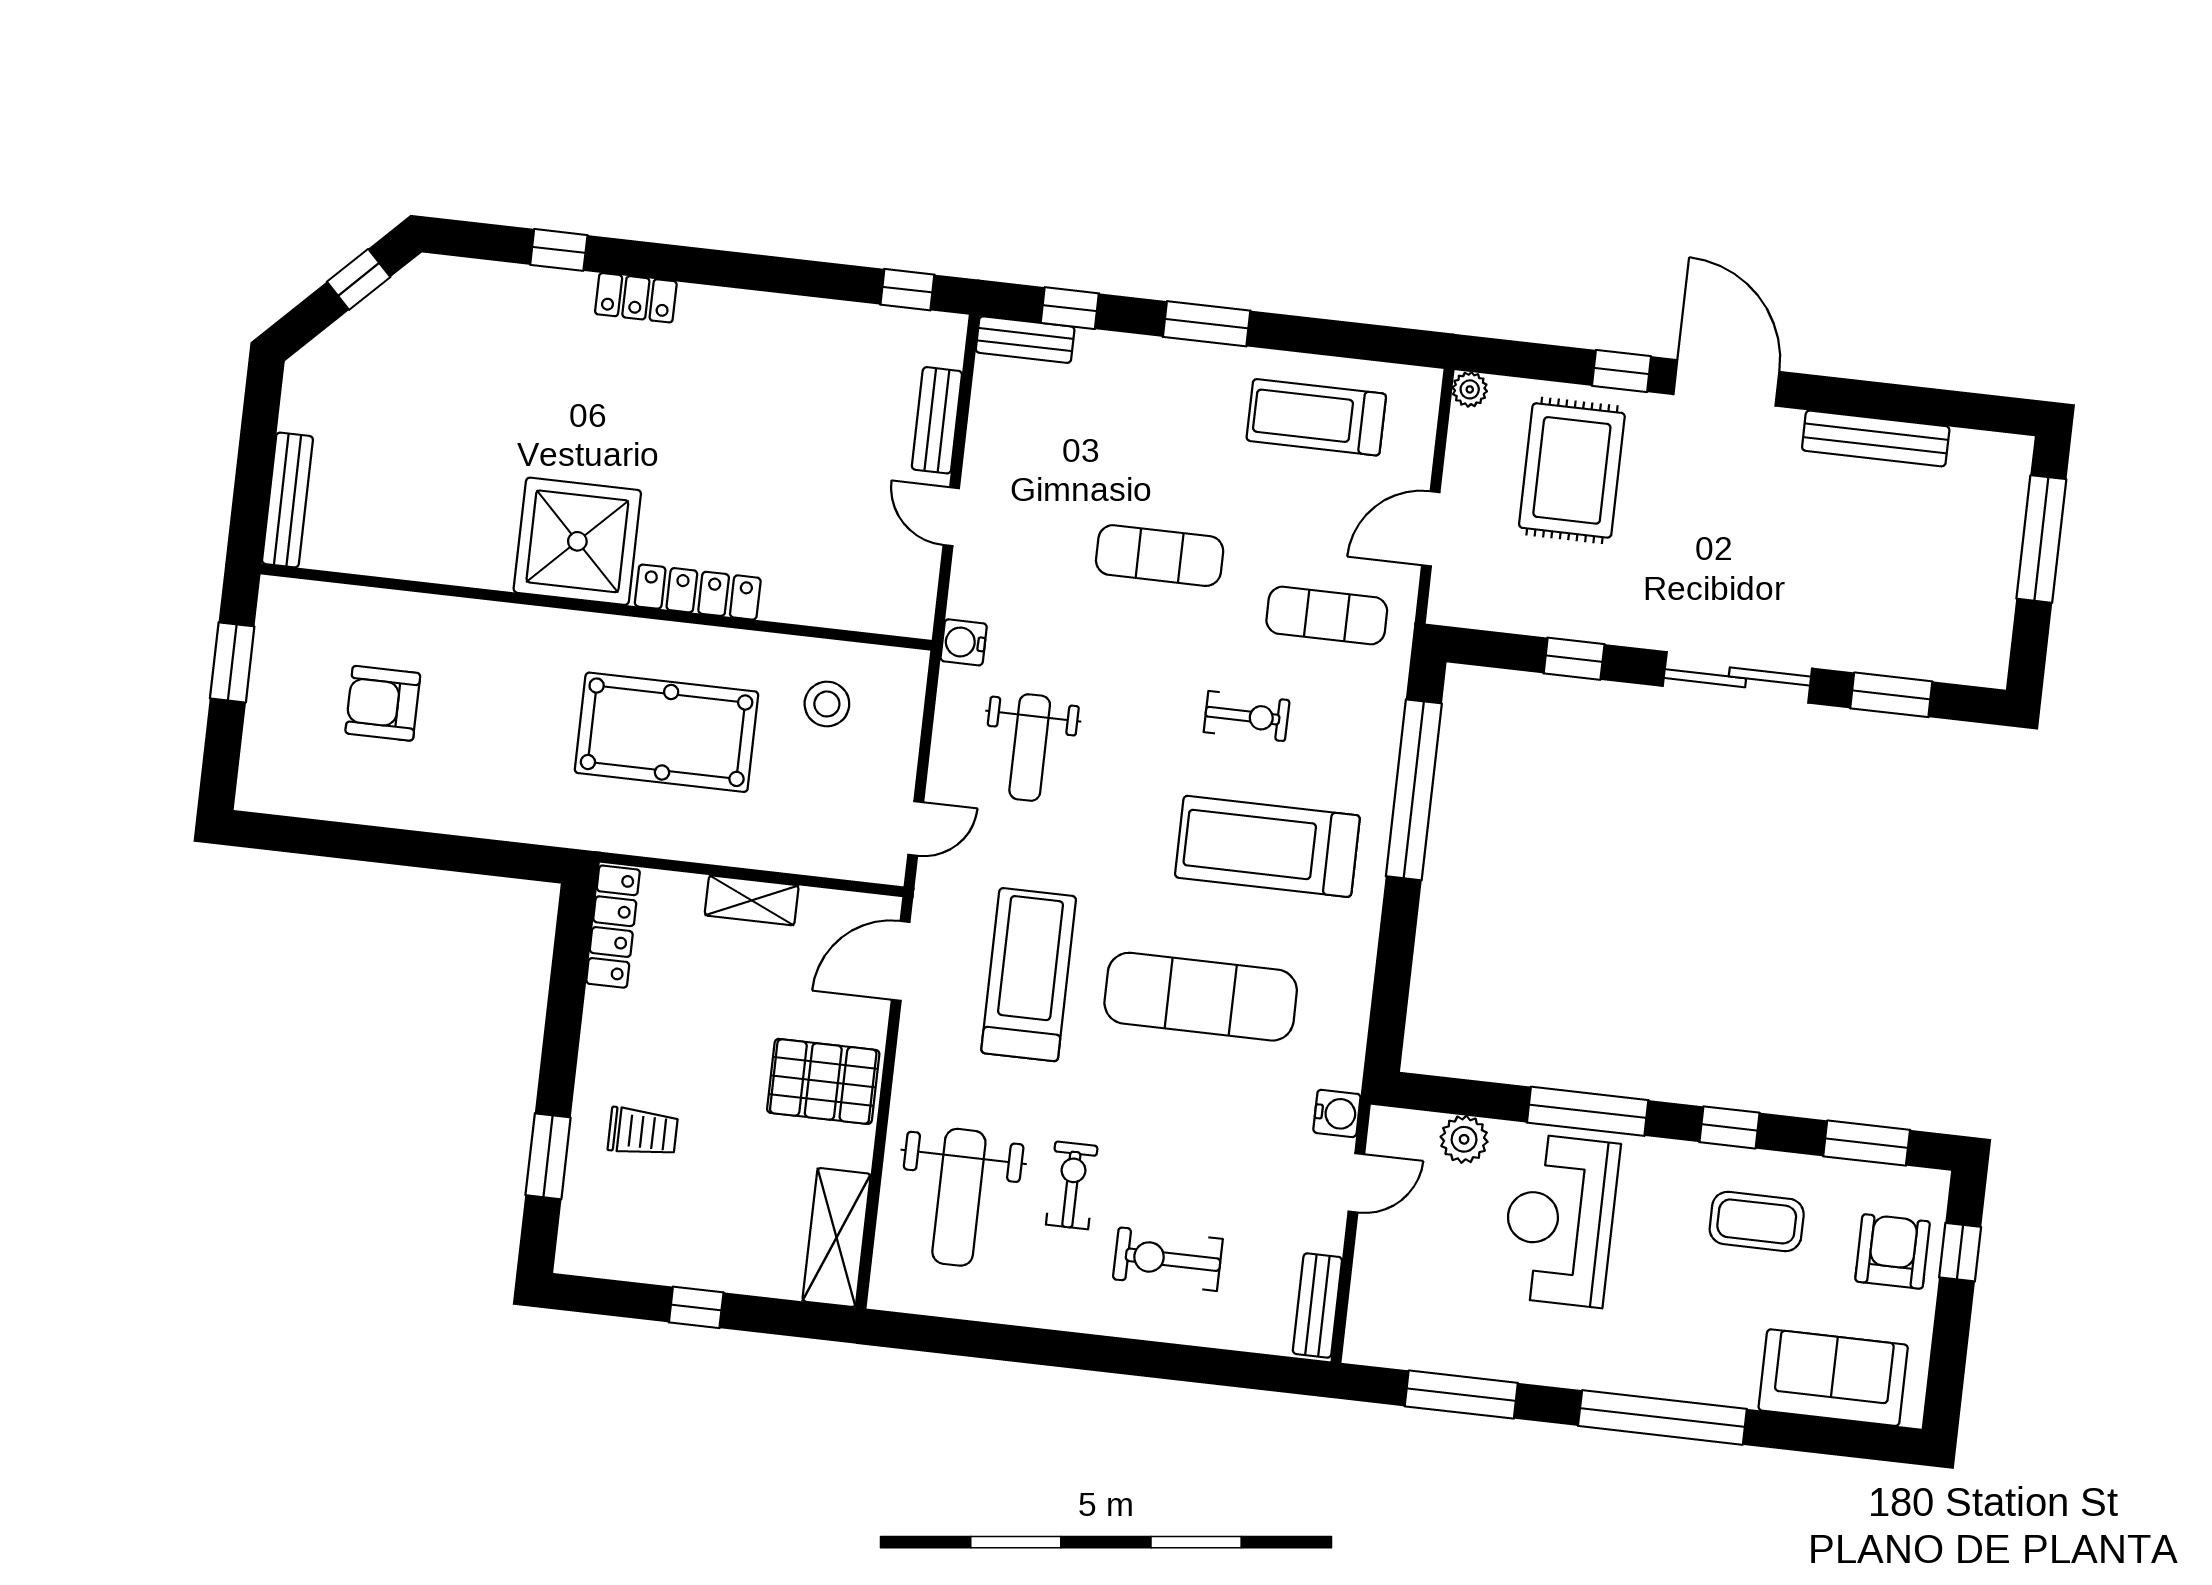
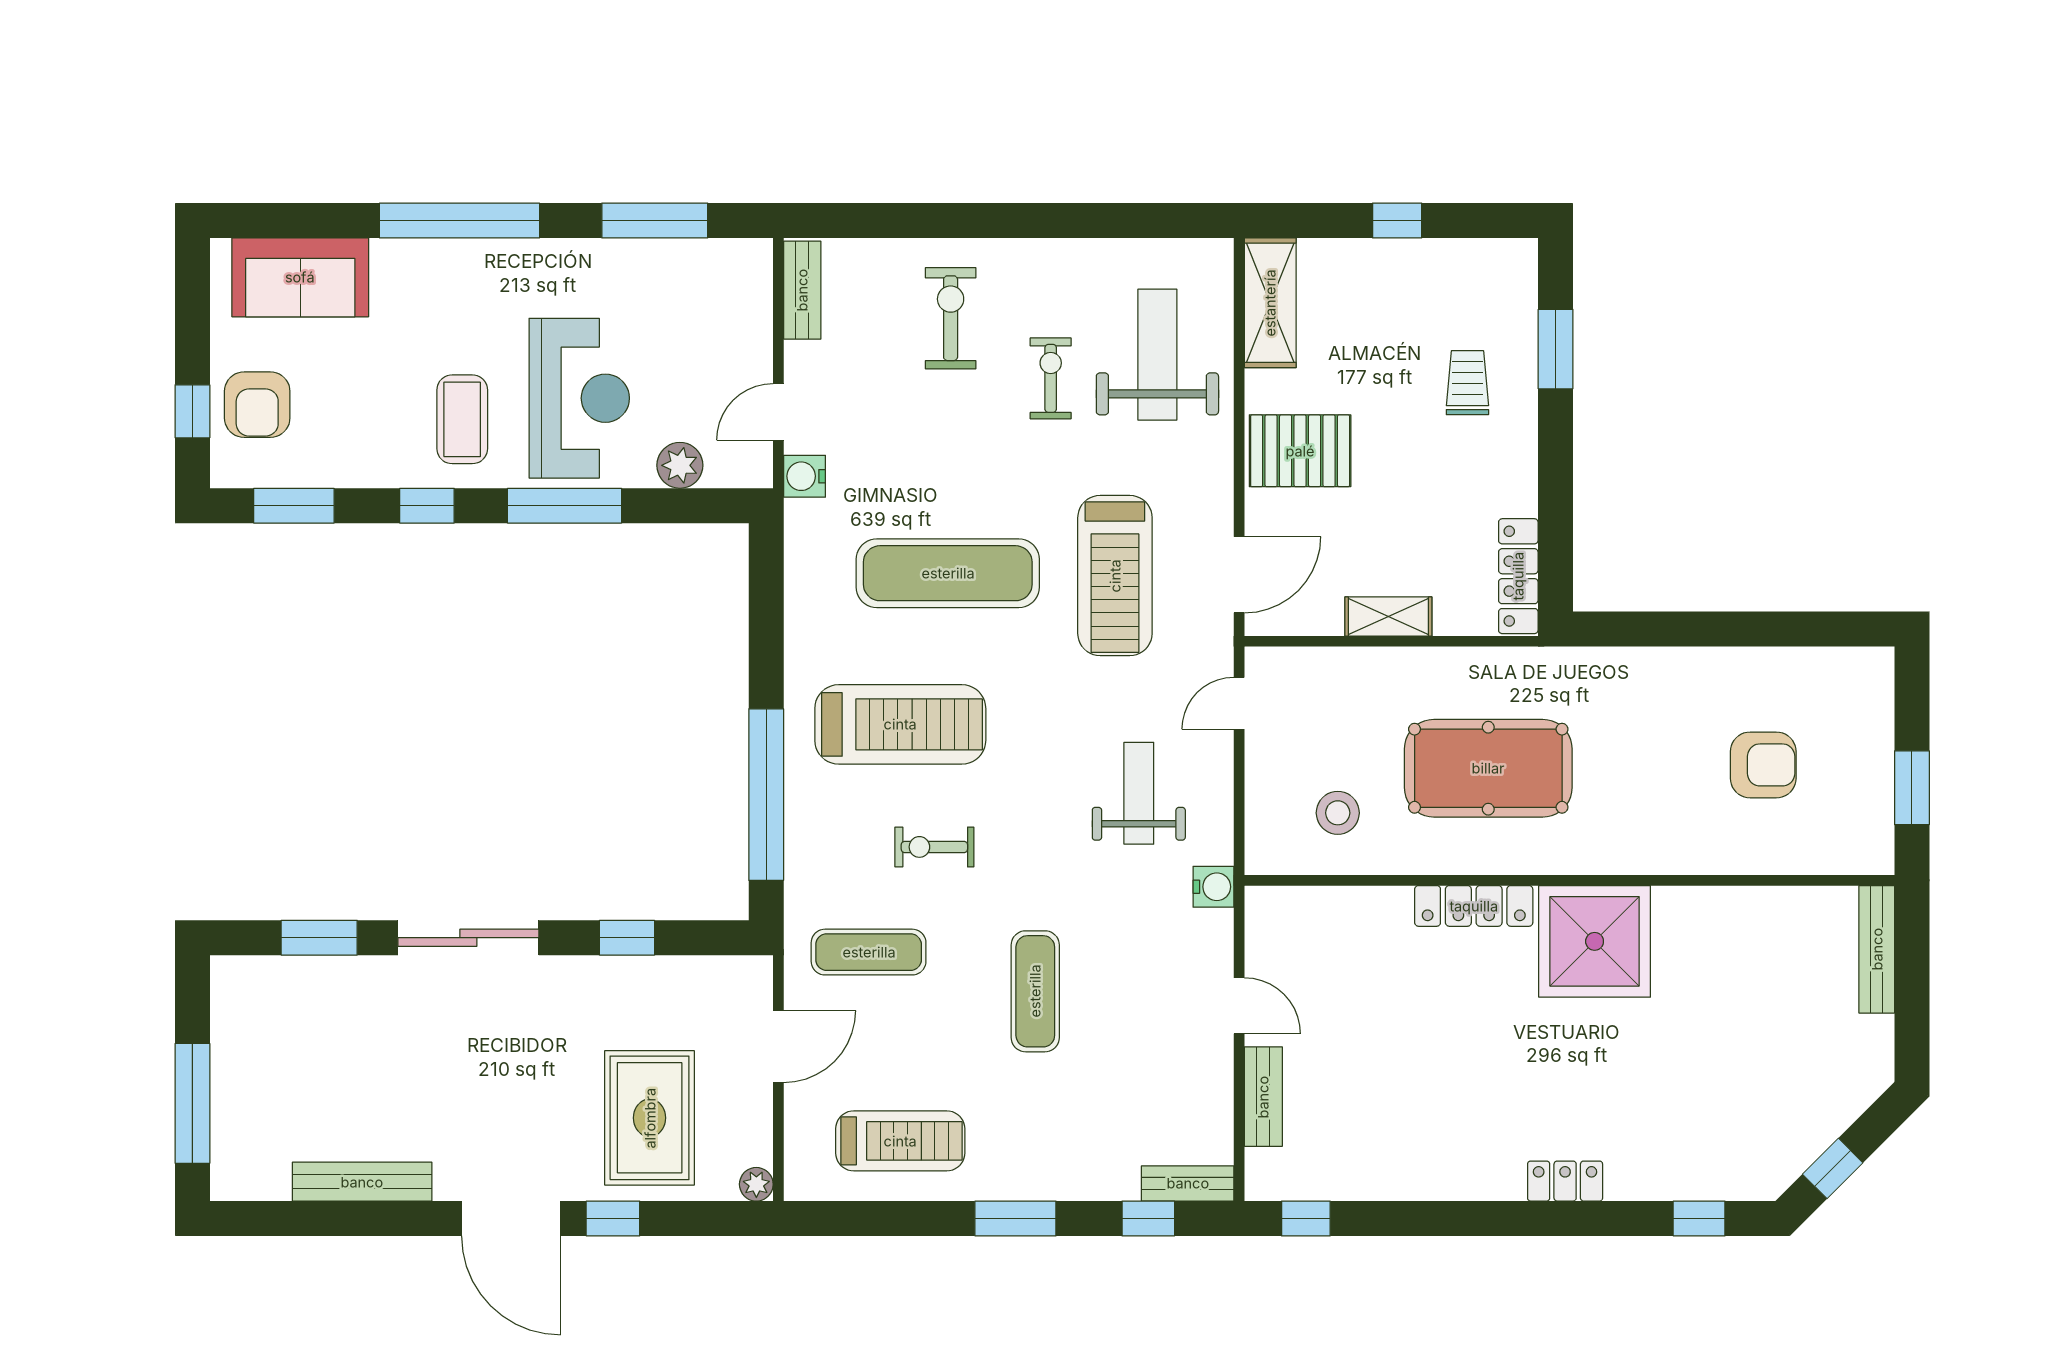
window: (559, 250) -> (1699, 1219), moved
exercise mat: (1160, 556) -> (1035, 991), turned 90
trolley: (643, 1132) -> (1467, 383), turned 90
exercise bike: (1072, 1185) -> (1051, 378), turned 180
coffee table: (1757, 1221) -> (462, 419), moved, turned 90
exercise bike: (1168, 1259) -> (951, 318), turned -90

